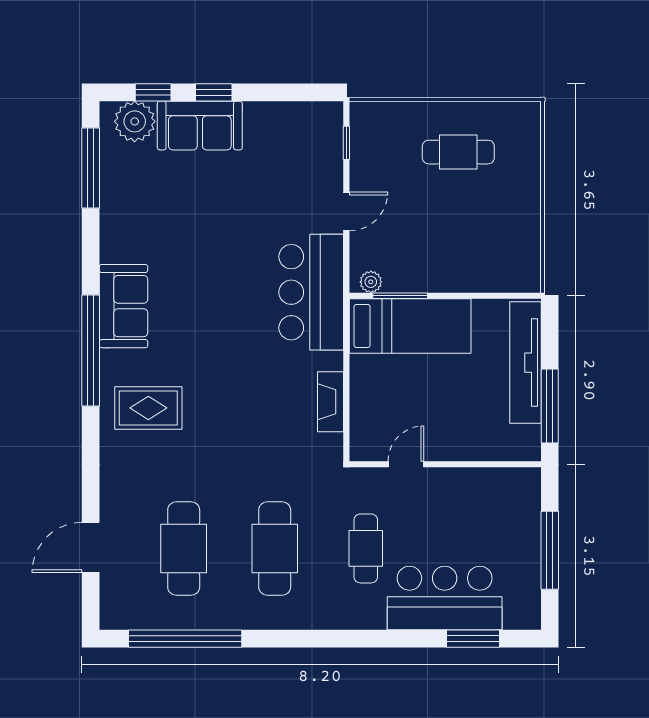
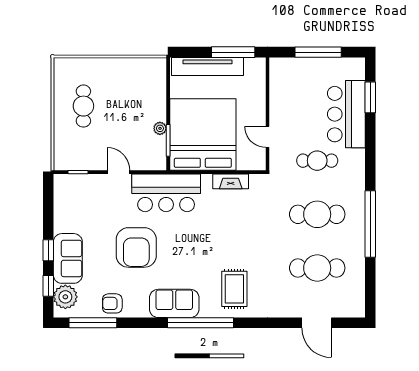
armchair: (123, 201) -> (112, 303), added
armchair: (218, 242) -> (136, 247), added
plant: (371, 282) -> (160, 128), moved
bed: (410, 326) -> (203, 134), width x2.04
window: (185, 639) -> (370, 224), moved

